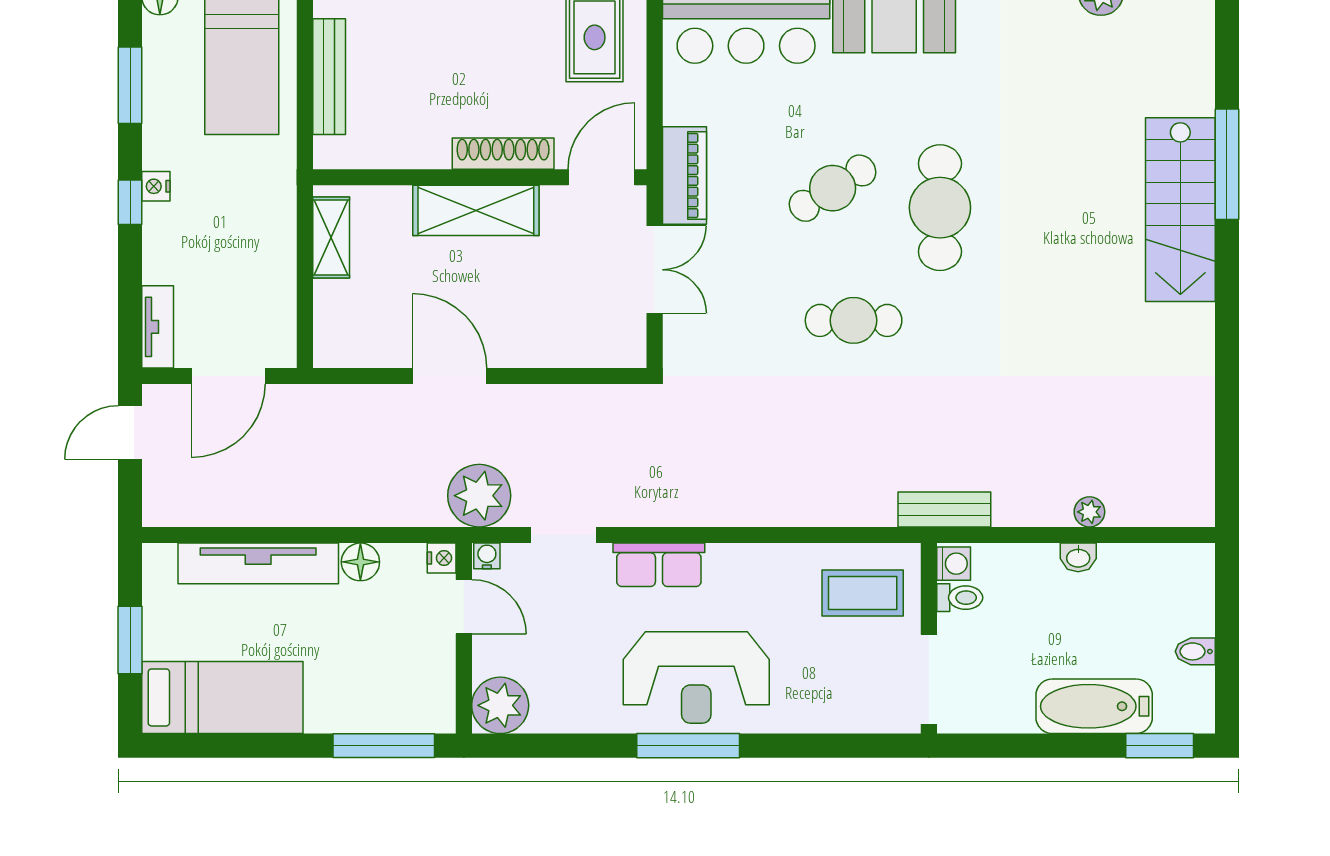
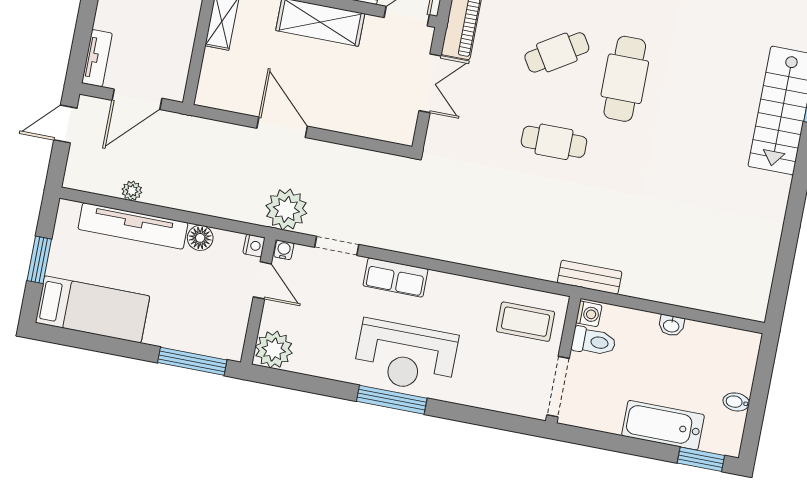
plant: (1089, 512) -> (132, 191), moved
toilet: (960, 598) -> (594, 341), width x1.37, depth x1.39

